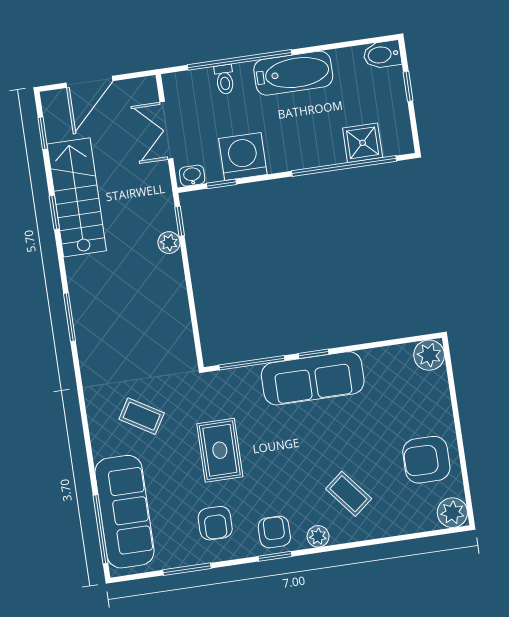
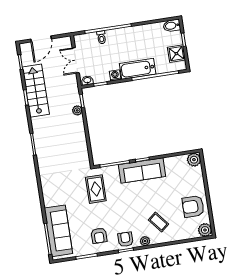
bathtub: (293, 73) -> (138, 69), moved, turned 180
shower: (363, 143) -> (176, 54), moved
washing machine: (243, 156) -> (115, 75), width x0.53, depth x0.53
coffee table: (142, 416) -> (66, 188), removed
rug: (220, 450) -> (96, 189), moved

